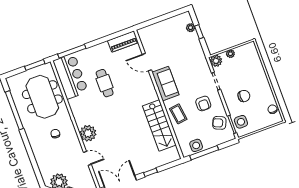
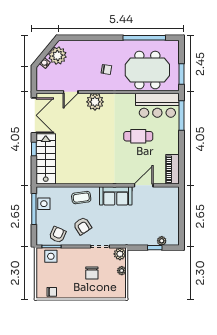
chair: (244, 96) -> (92, 273), moved
armchair: (203, 103) -> (82, 226), turned -123
stairs: (159, 125) -> (46, 159), moved, turned 90

